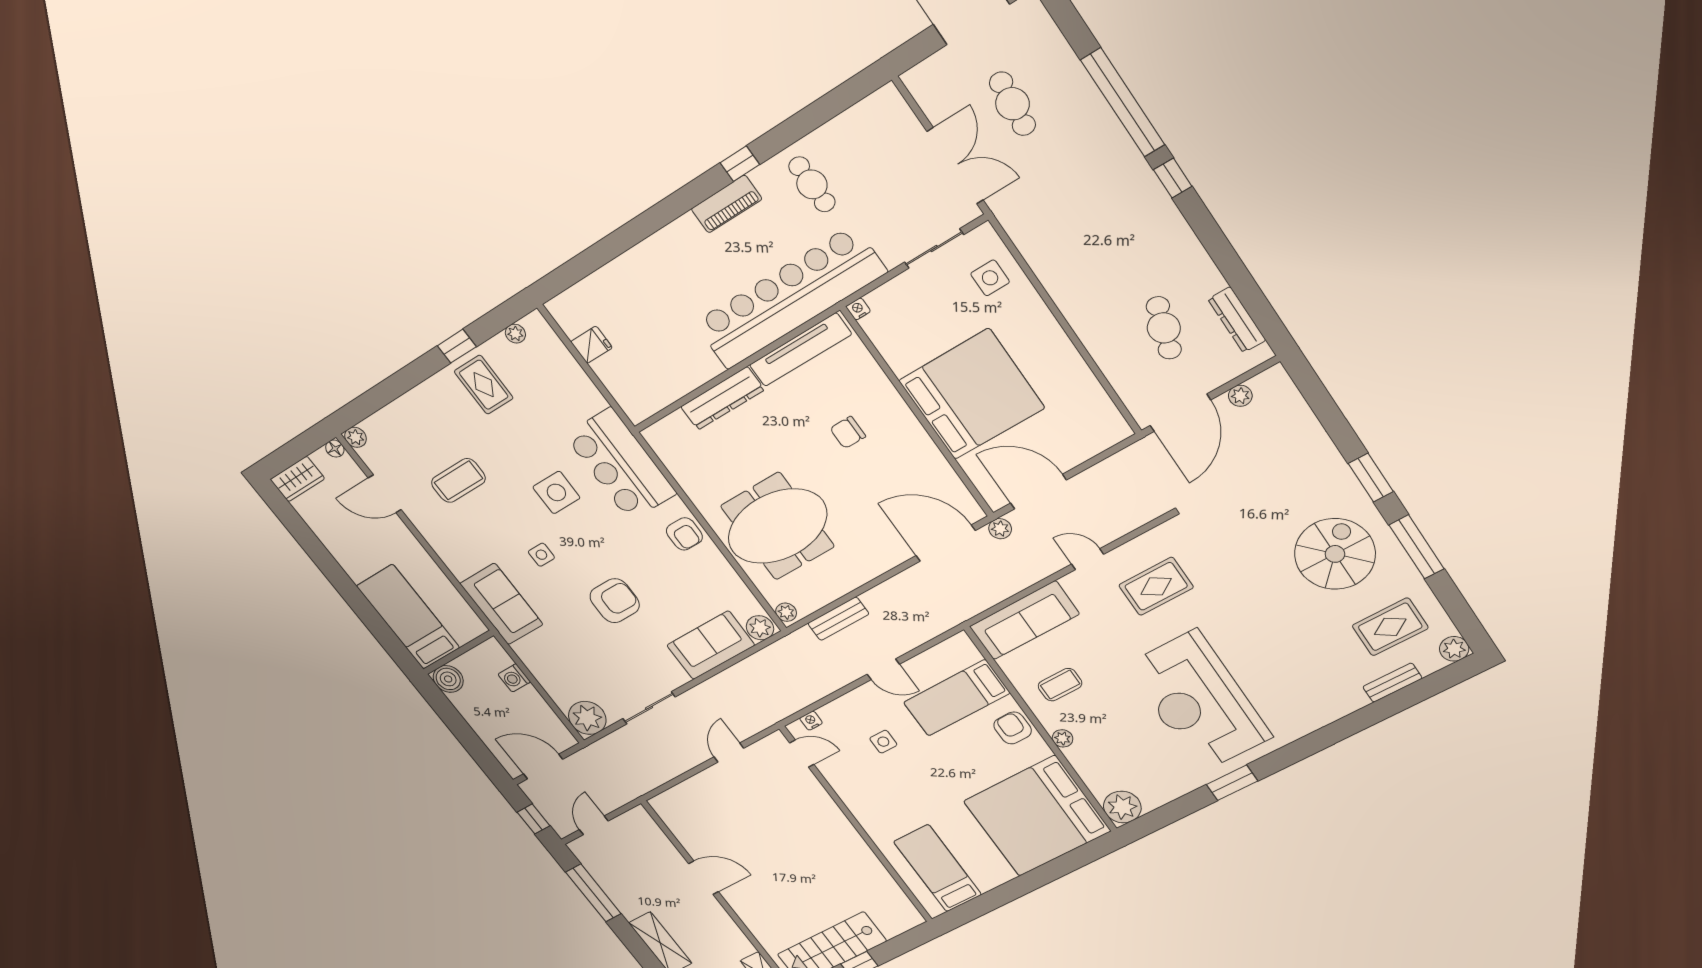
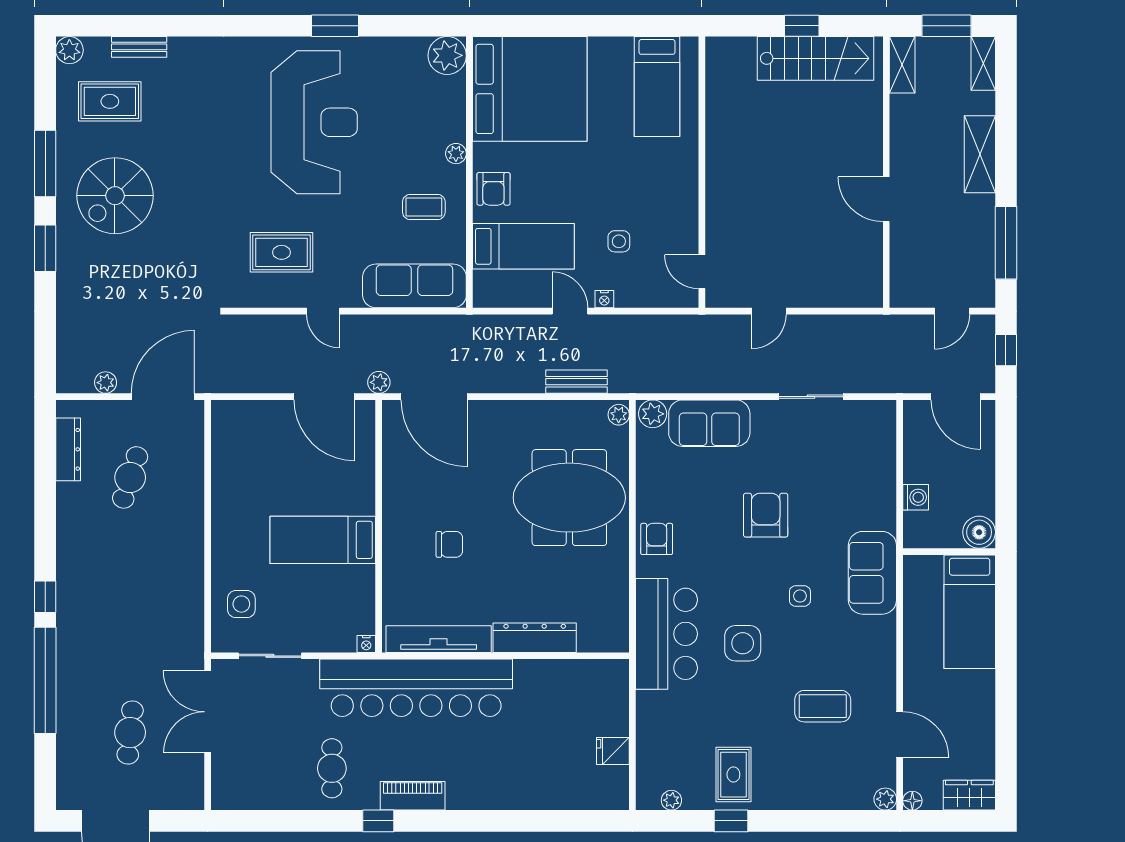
bed: (972, 394) -> (323, 540), width x0.49
armchair: (615, 601) -> (766, 515), turned 90
plant: (587, 718) -> (876, 420), removed
nightstand: (811, 721) -> (604, 299), moved

